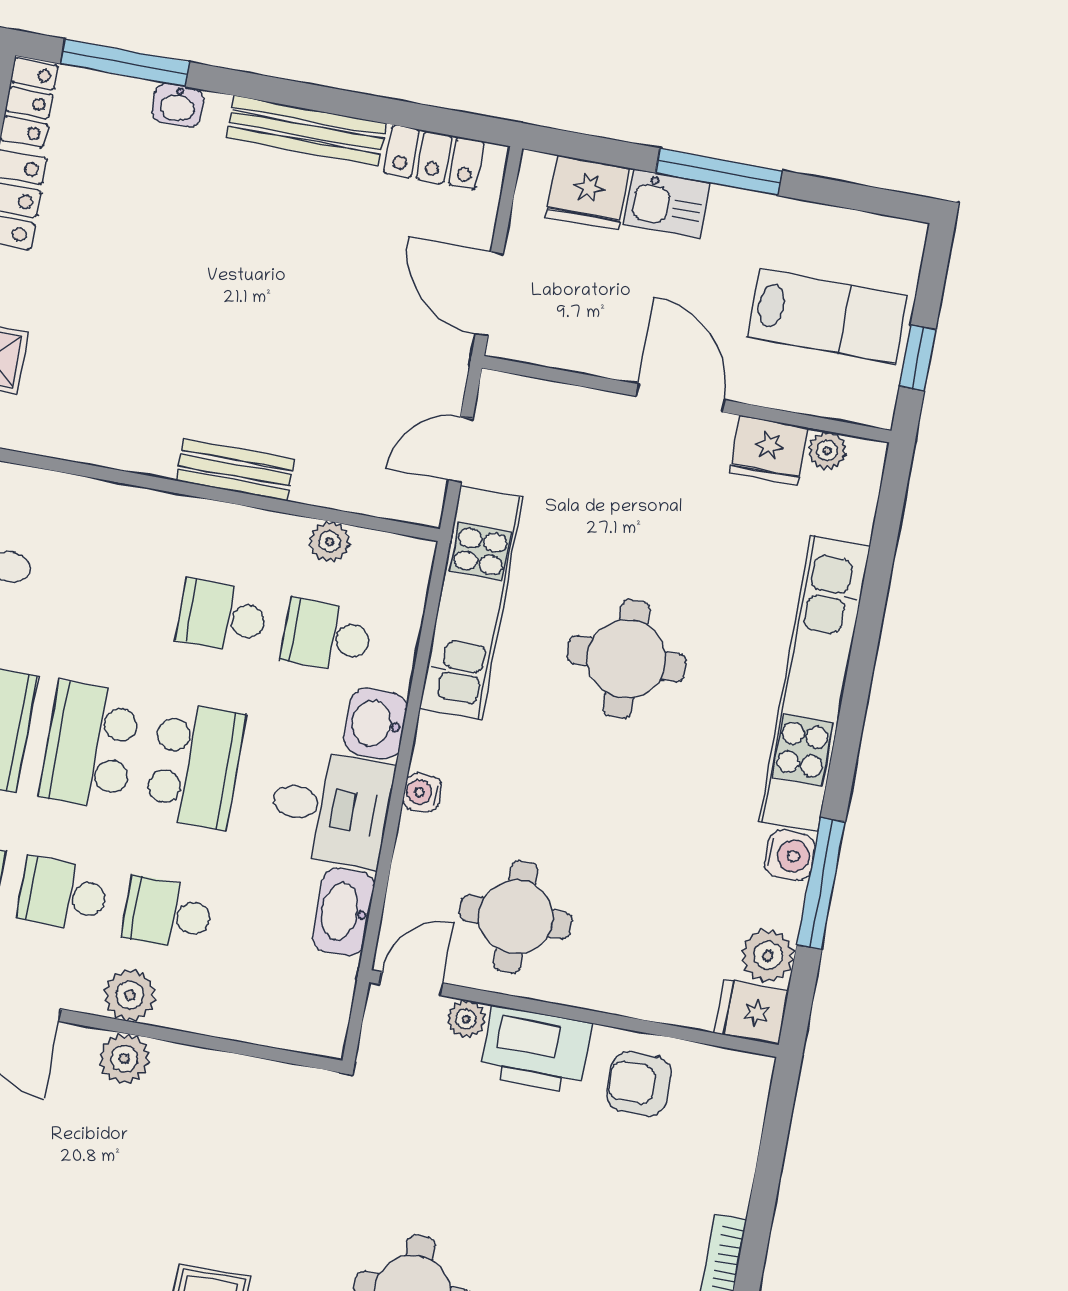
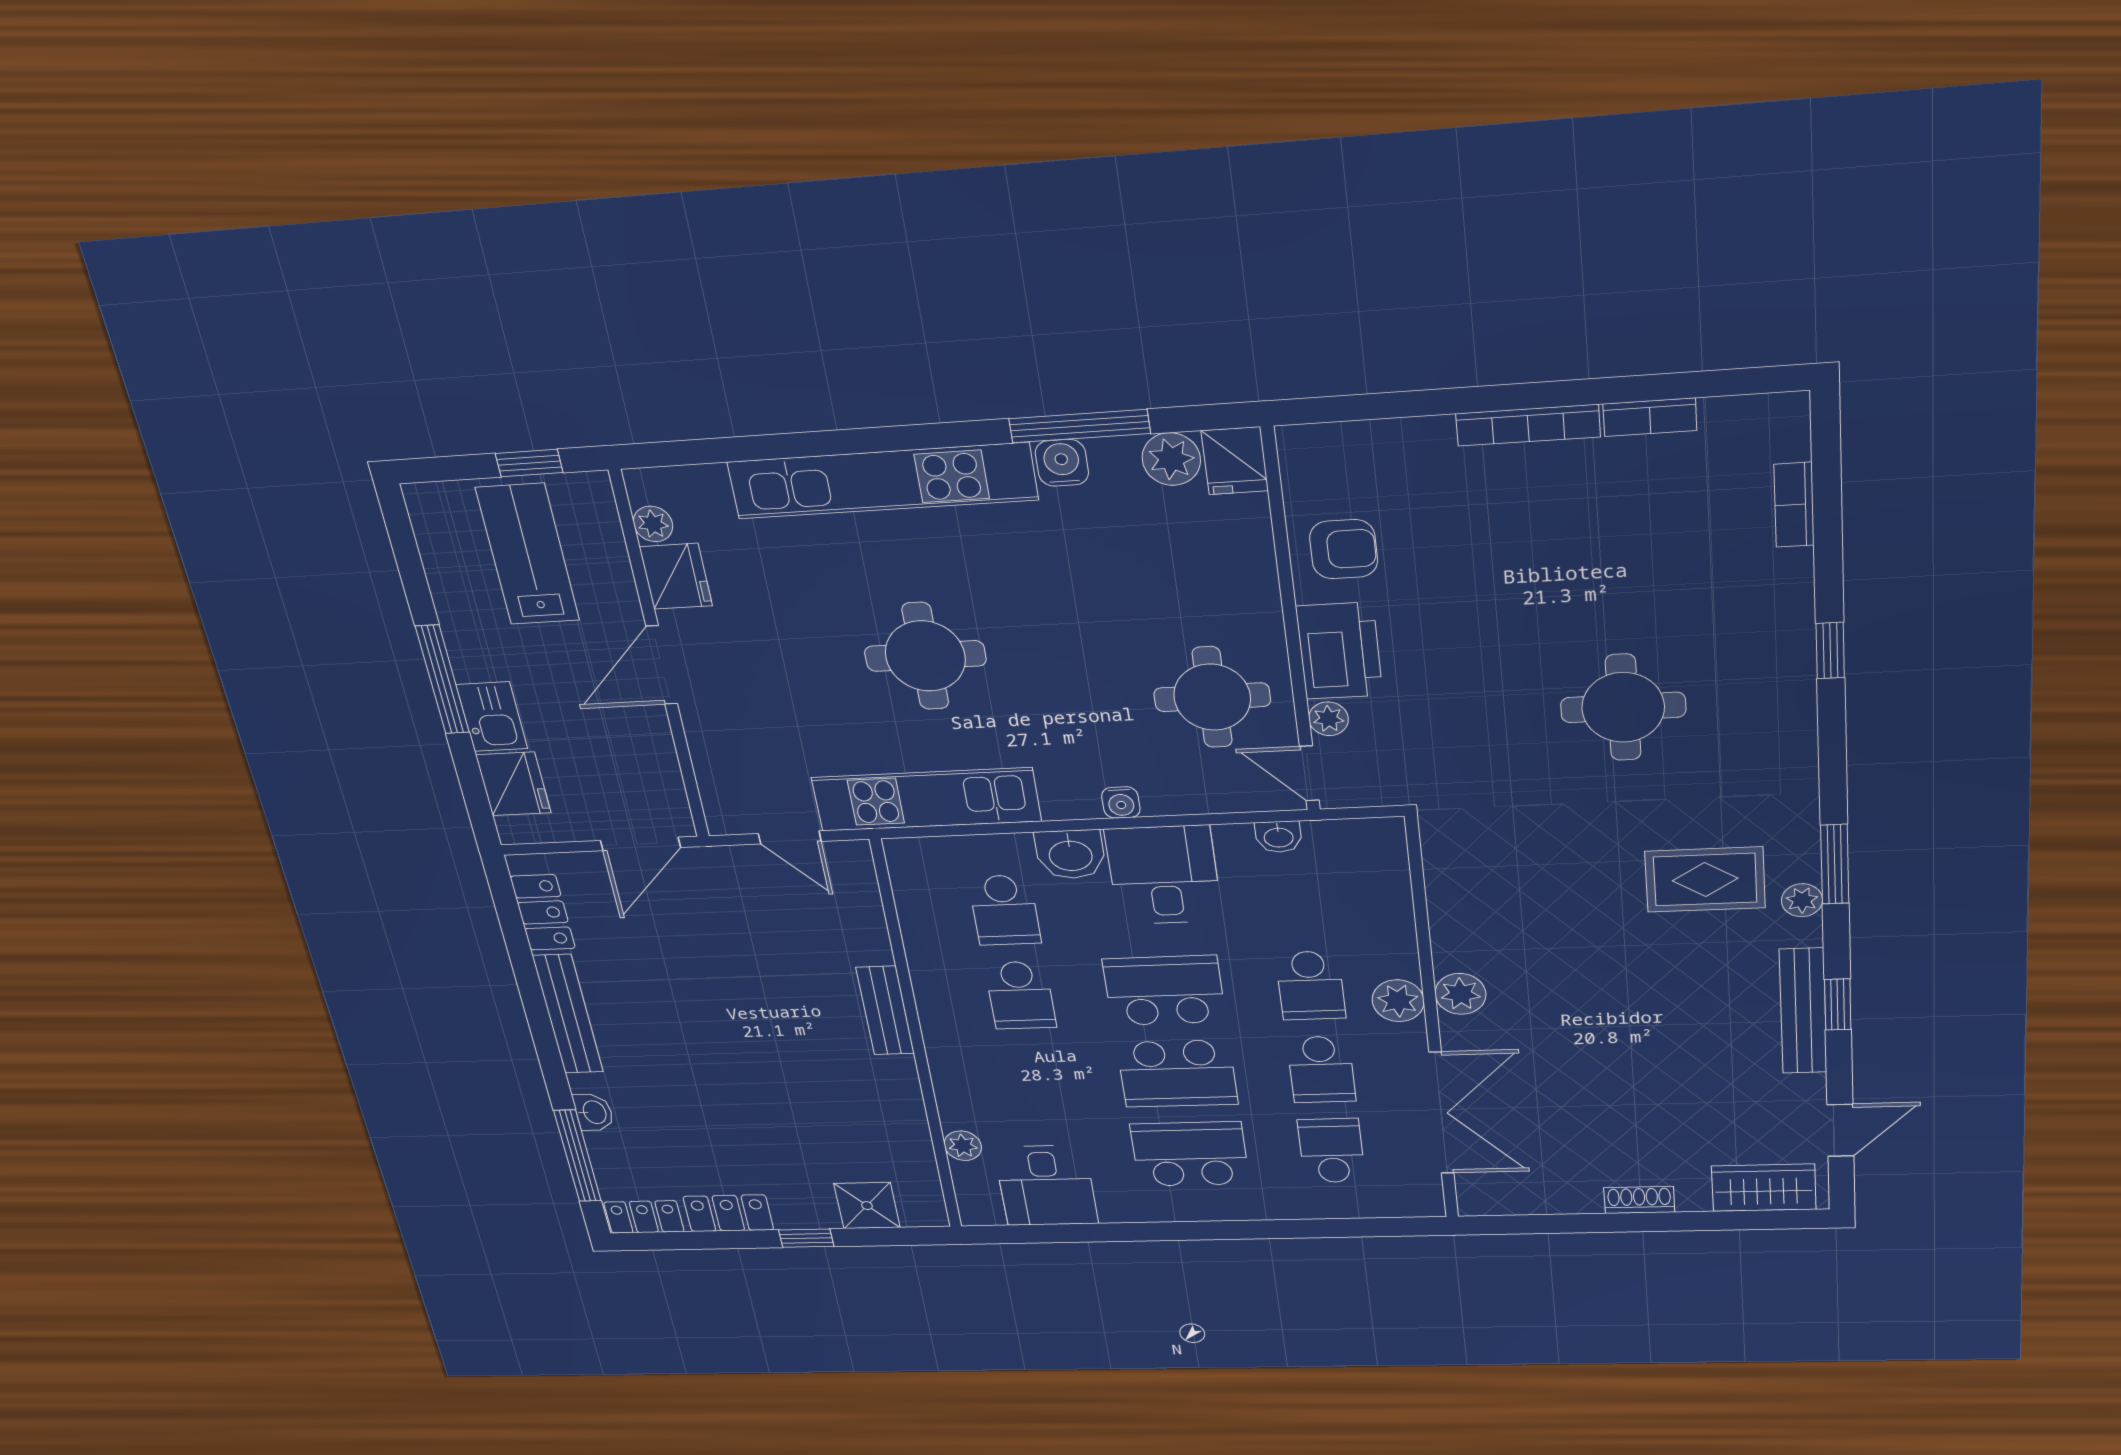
plant: (329, 542) -> (963, 1146), moved
washbasin: (343, 912) -> (1278, 837), width x0.52, depth x0.69
armchair: (639, 1084) -> (1344, 549), turned -90

